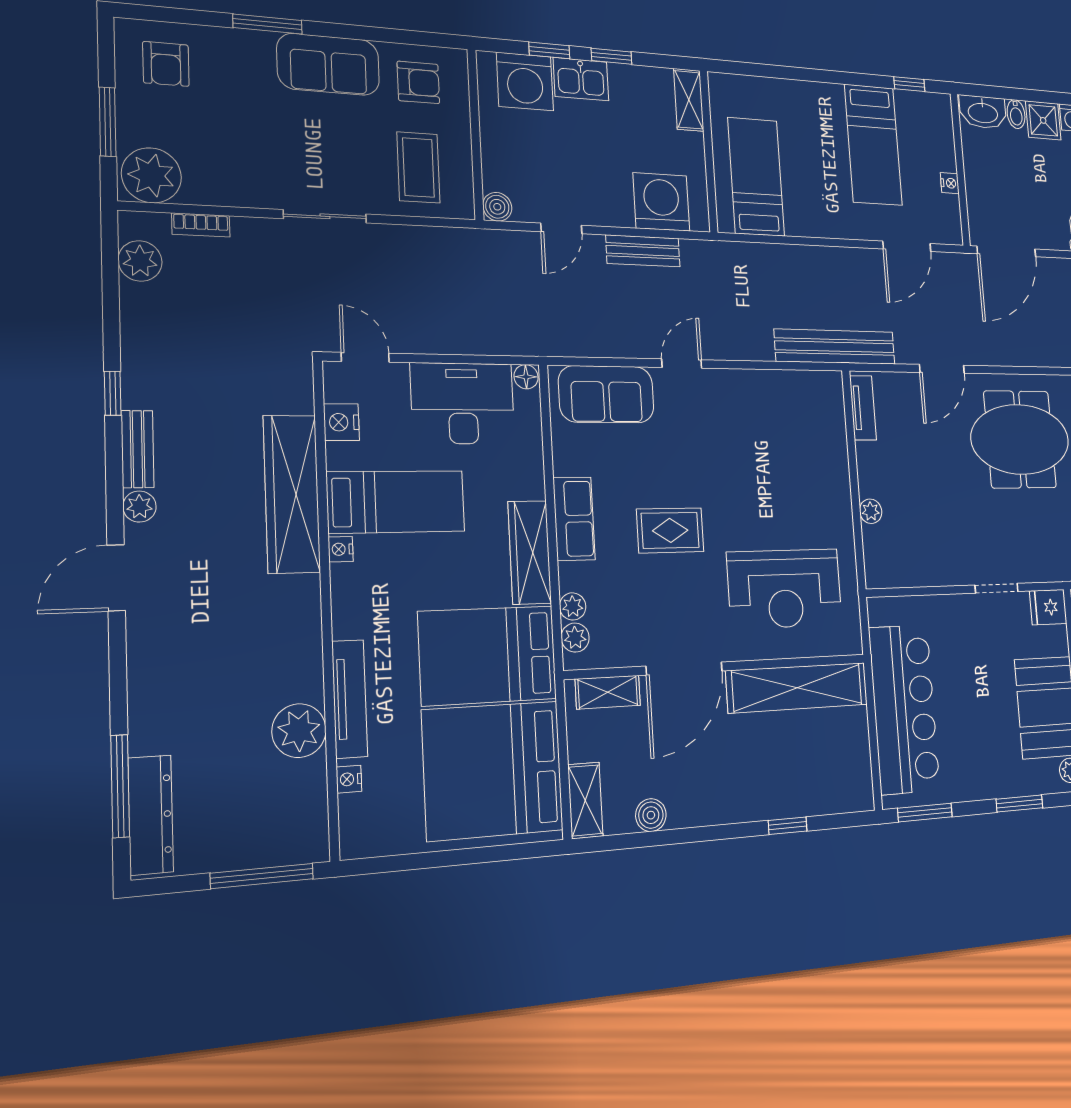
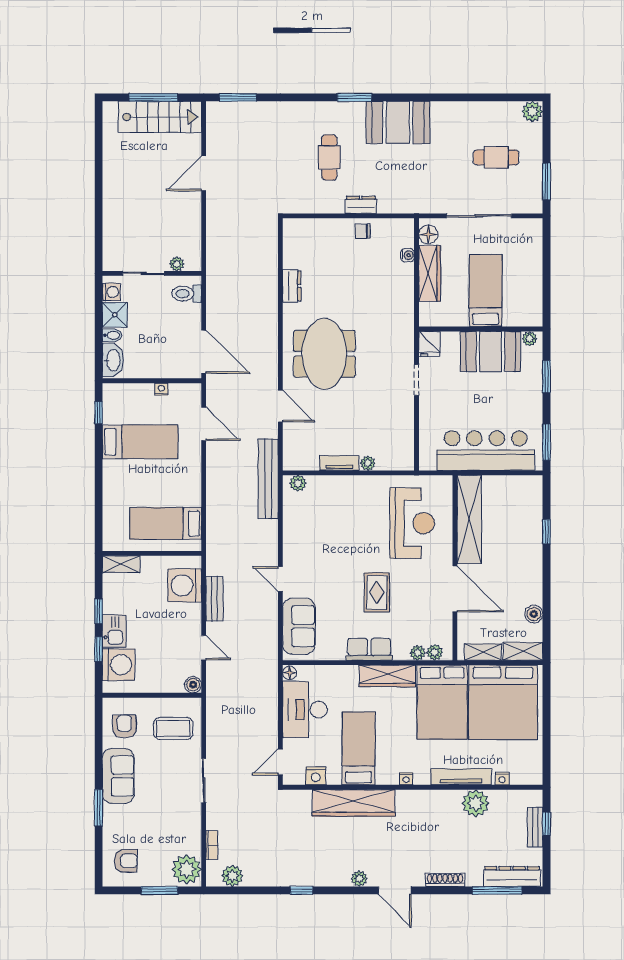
plant: (832, 395) -> (298, 483), added
tv unit: (863, 408) -> (339, 463), moved
bench: (137, 449) -> (535, 827), moved, turned 90
nightstand: (341, 549) -> (406, 779), moved
shoe rack: (140, 678) -> (445, 880), added
shelving: (608, 692) -> (483, 652), moved, turned 90
window: (262, 876) -> (547, 824), width x0.46

